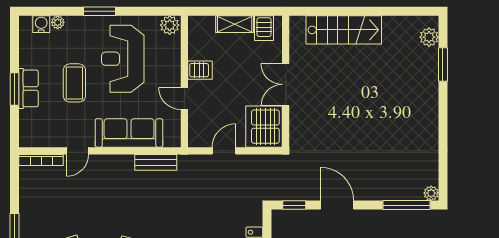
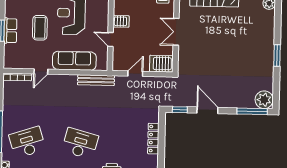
window: (443, 64) -> (277, 56), moved
server rack: (264, 127) -> (161, 64), width x0.62
bench: (156, 162) -> (96, 80), width x1.36
plant: (431, 193) -> (264, 100), width x1.87, depth x1.87

